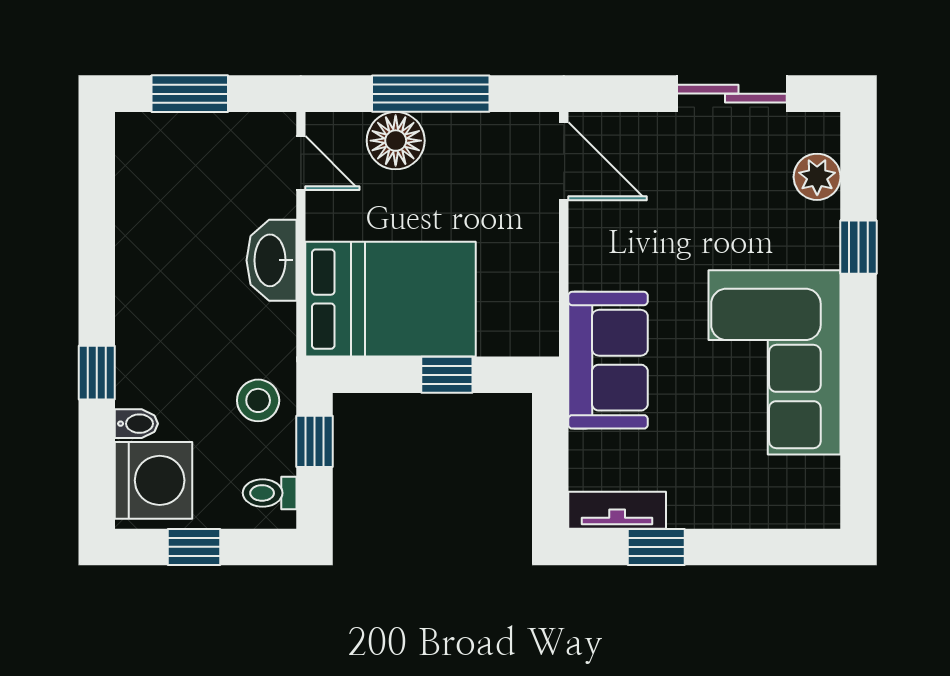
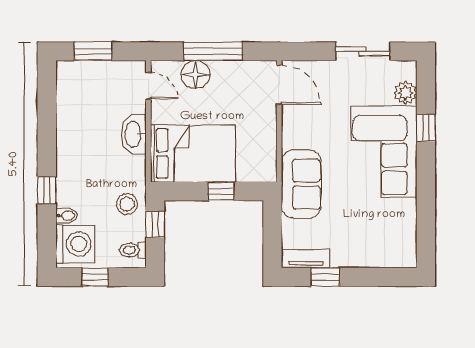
corner sofa: (774, 362) -> (384, 152), moved

